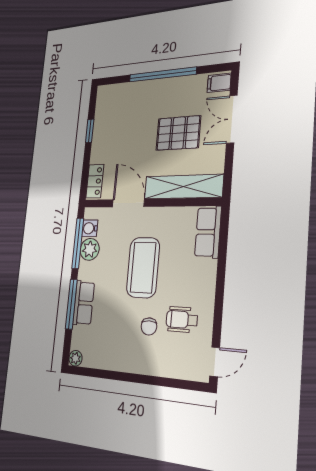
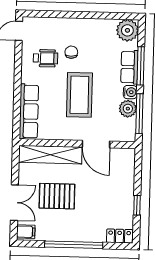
locker: (95, 181) -> (120, 236), moved, turned 90
water cooler: (90, 228) -> (130, 92), moved
row of seats: (208, 232) -> (29, 112), width x1.48
plant: (75, 358) -> (127, 30), width x1.87, depth x1.87

